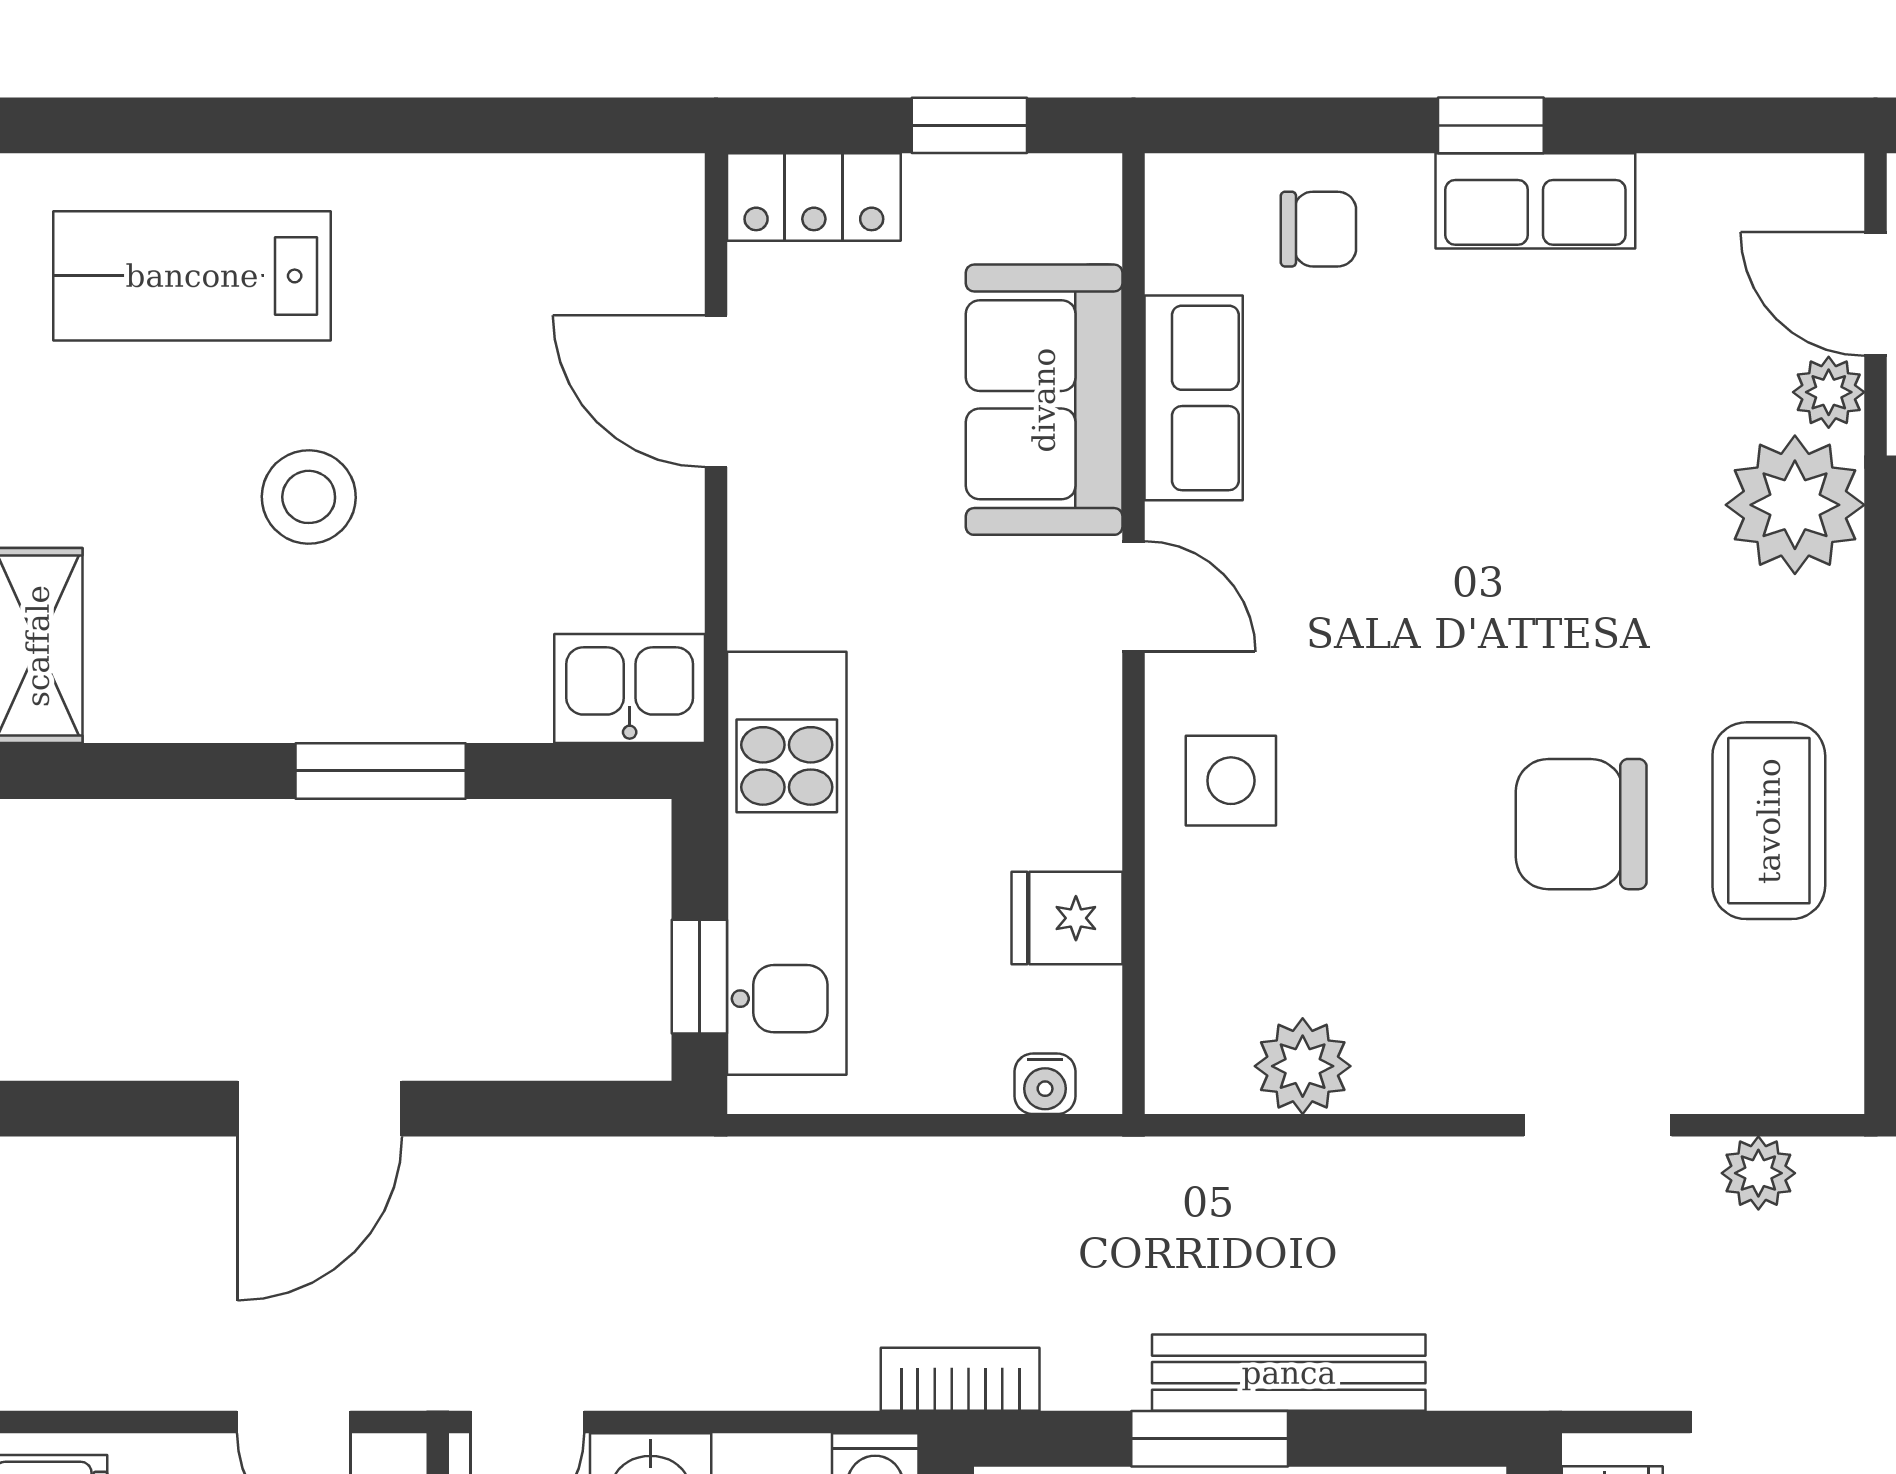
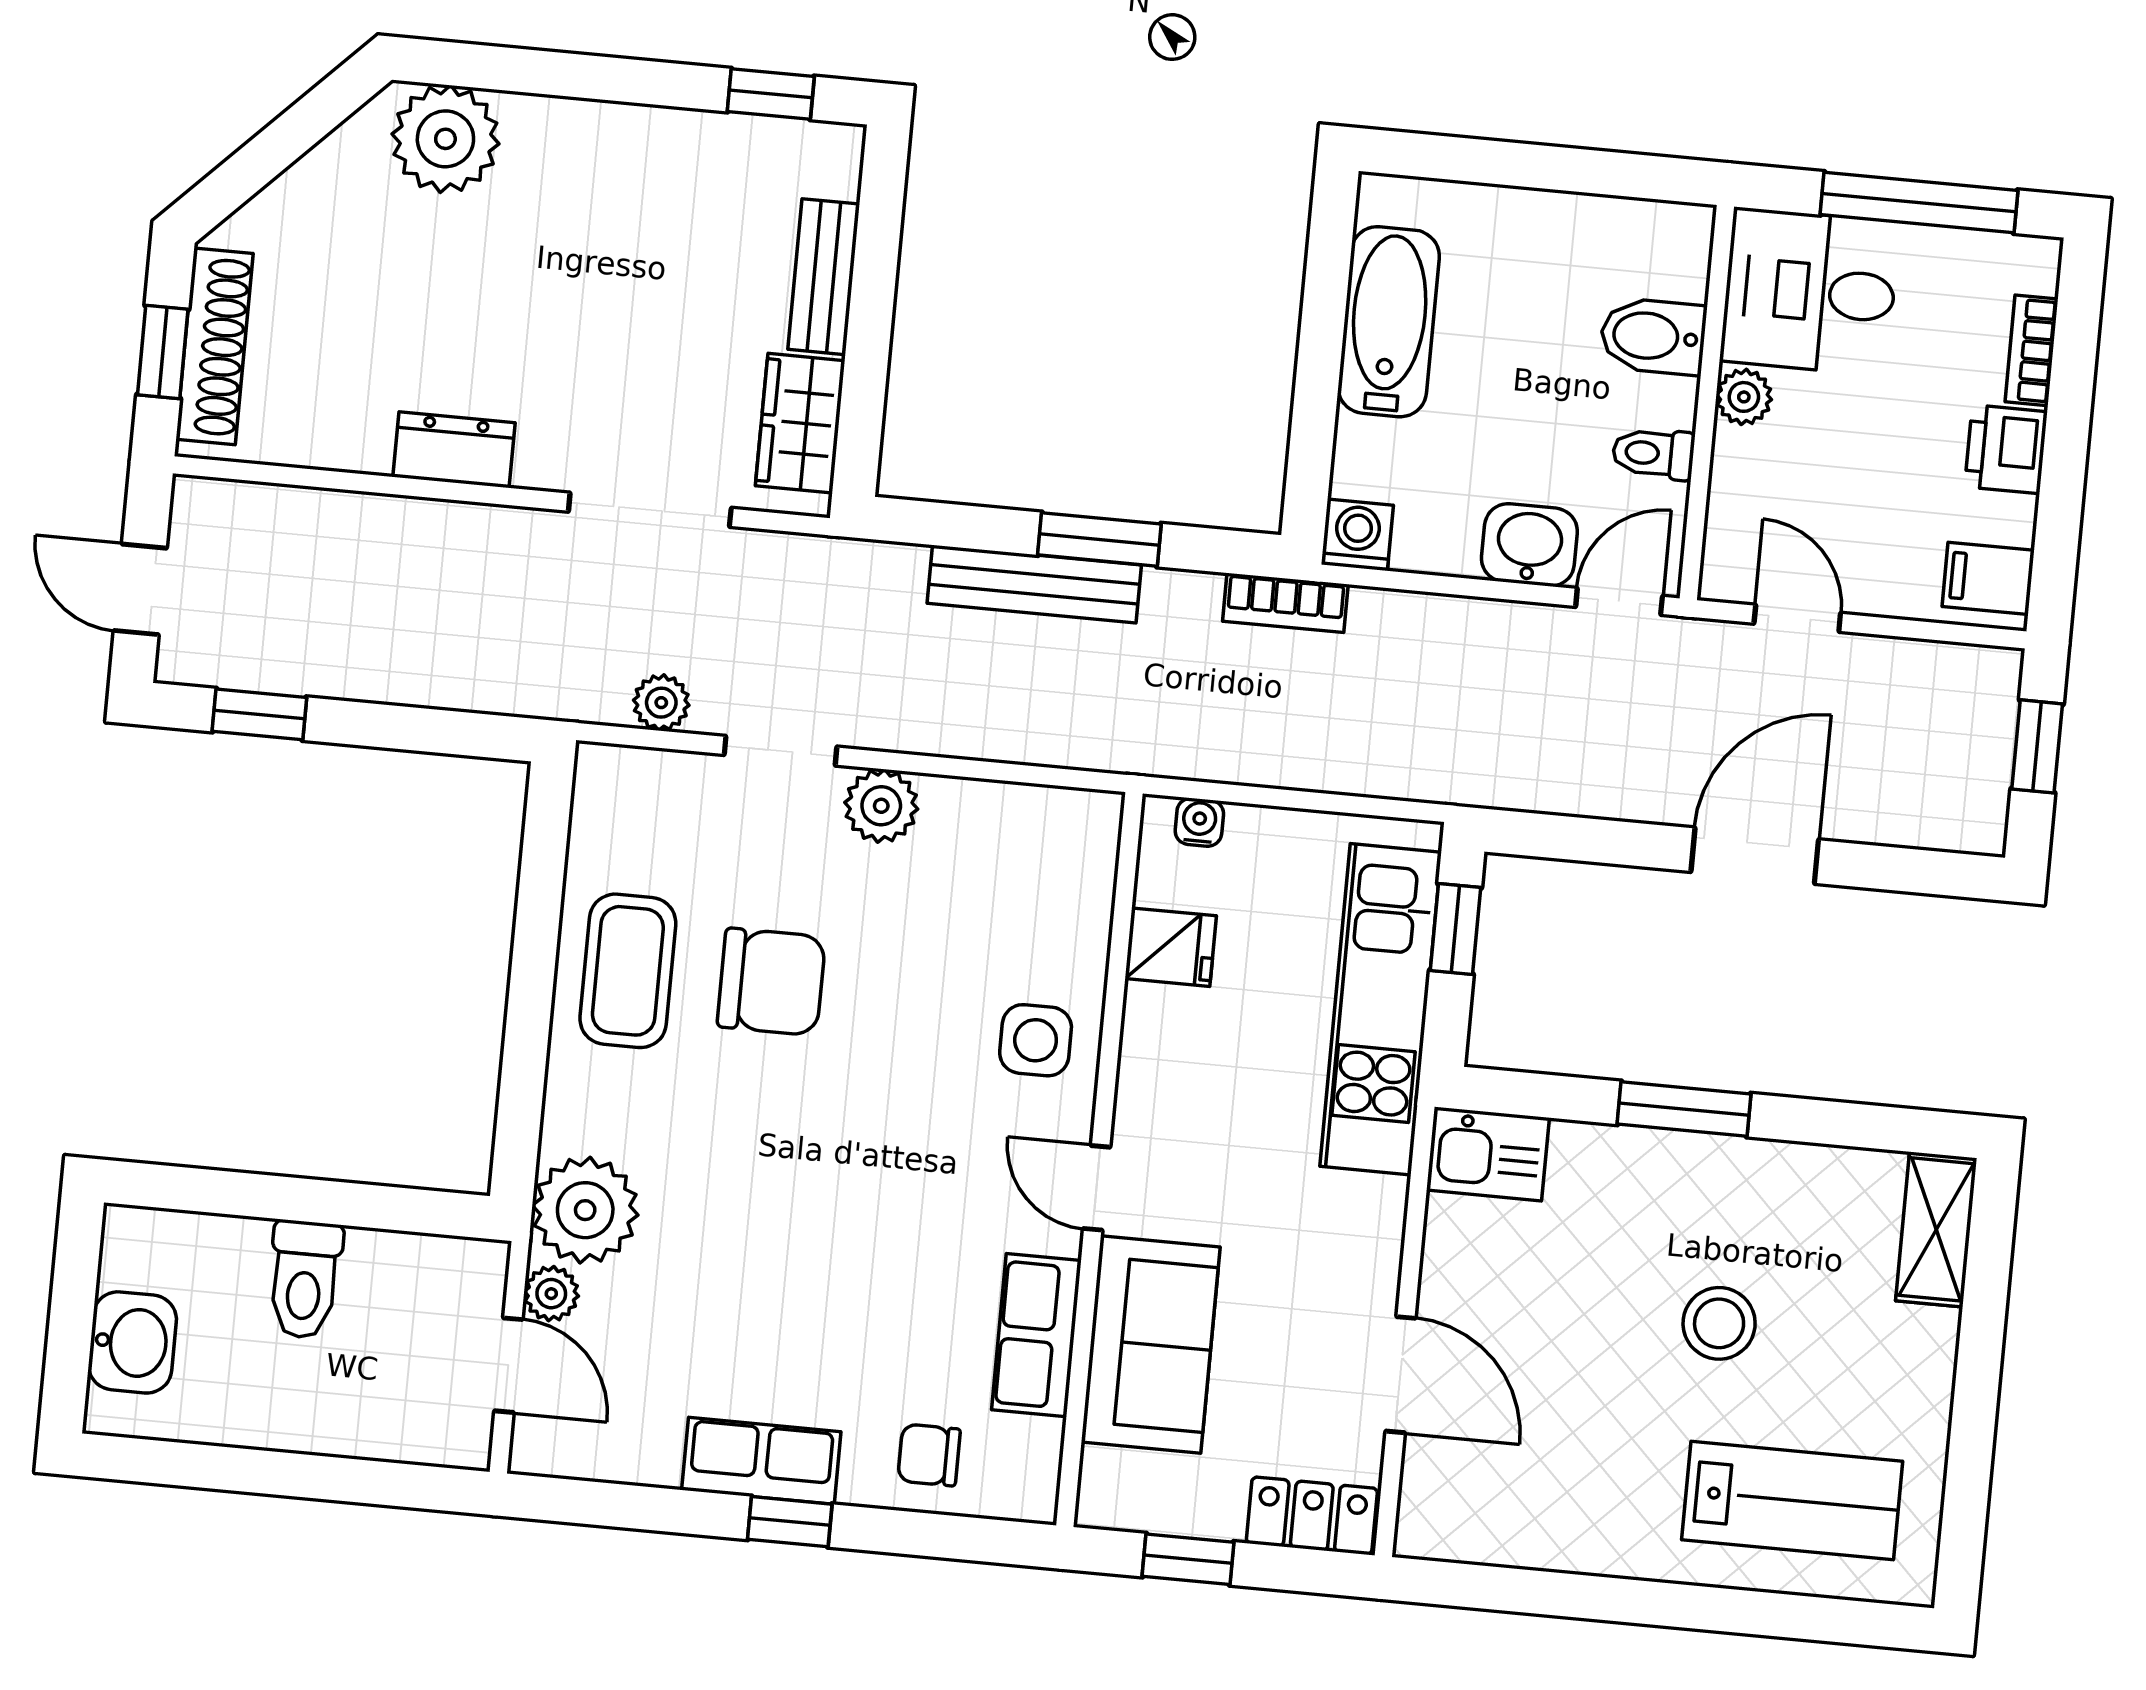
plant: (1303, 1066) -> (881, 806), moved

